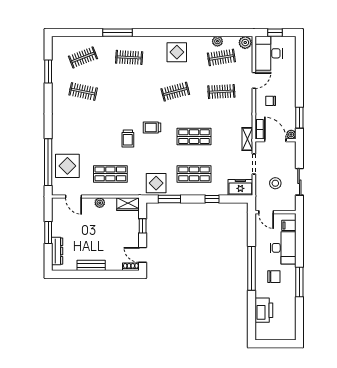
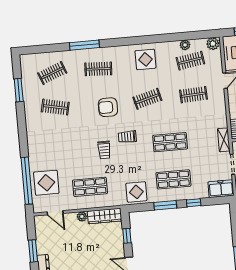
armchair: (135, 96) -> (108, 107), added
window: (169, 199) -> (165, 205), moved
wardrobe: (128, 204) -> (105, 216), width x1.50

